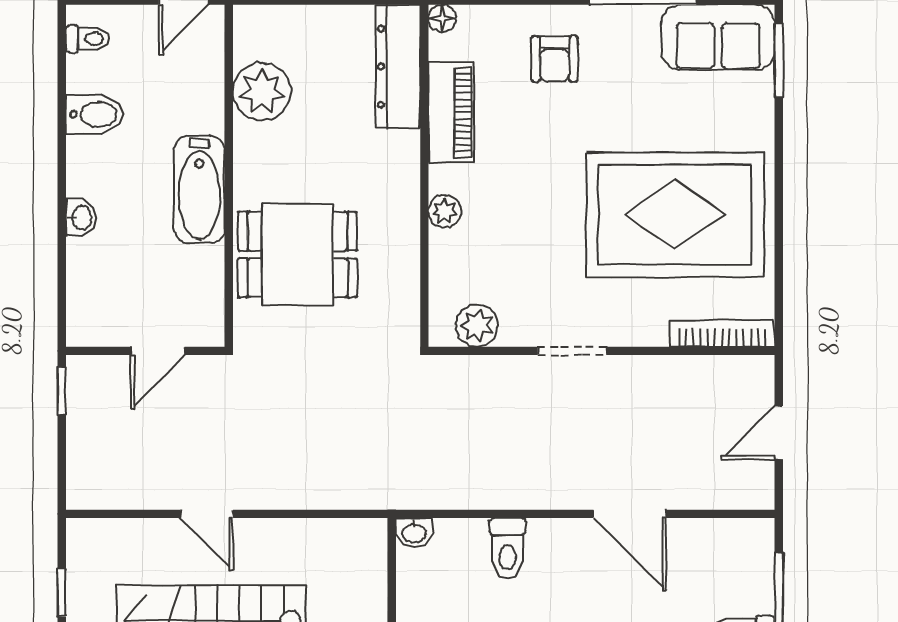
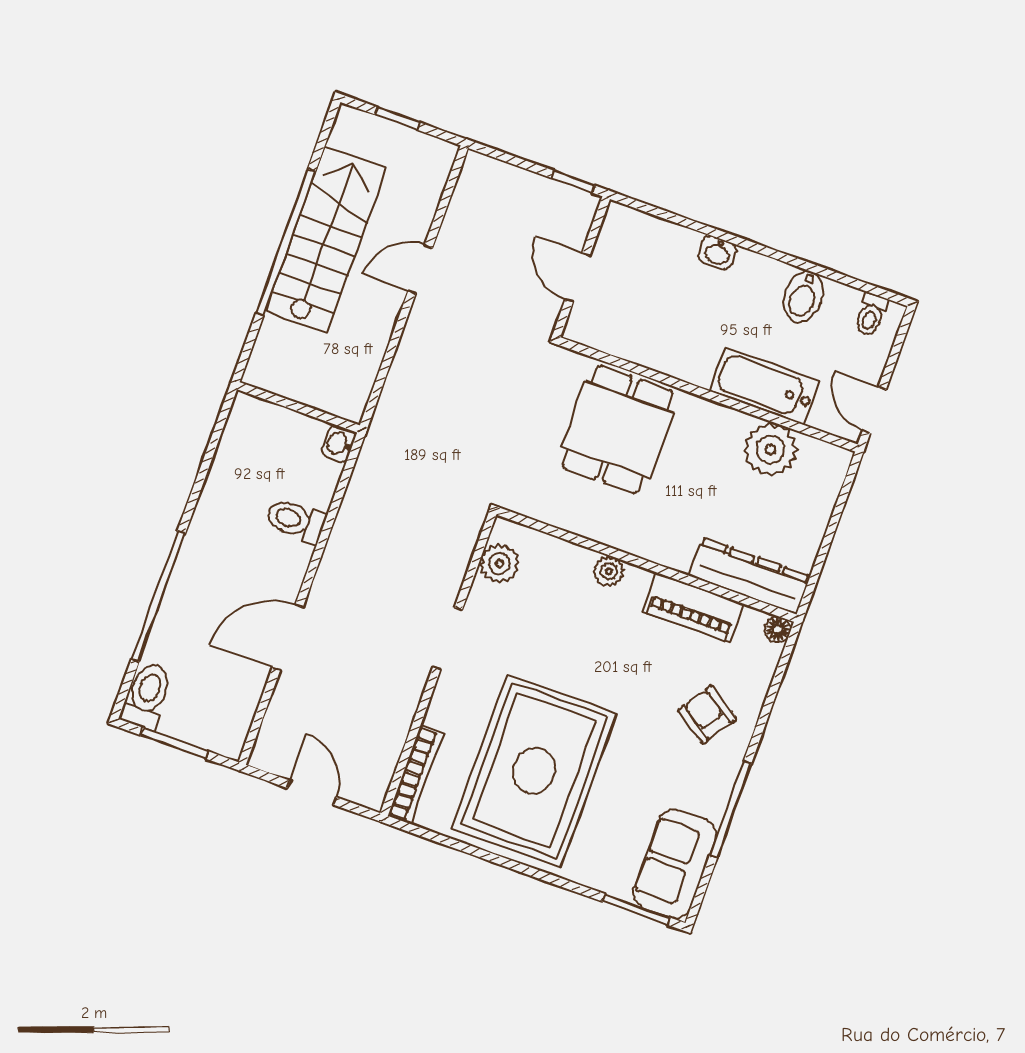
armchair: (554, 59) -> (707, 715), turned 34
bathtub: (199, 190) -> (765, 386), moved

